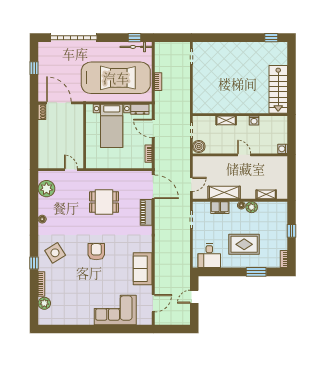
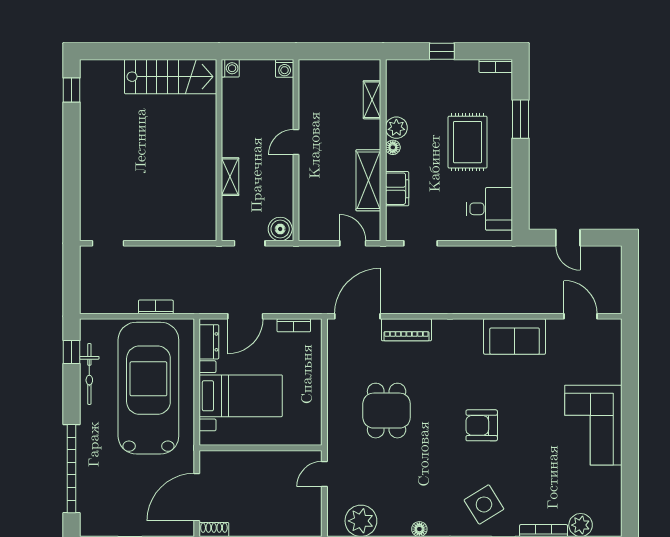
bicycle: (136, 47) -> (89, 374), moved
washing machine: (254, 121) -> (230, 68), moved
corner sofa: (115, 310) -> (593, 425), moved

